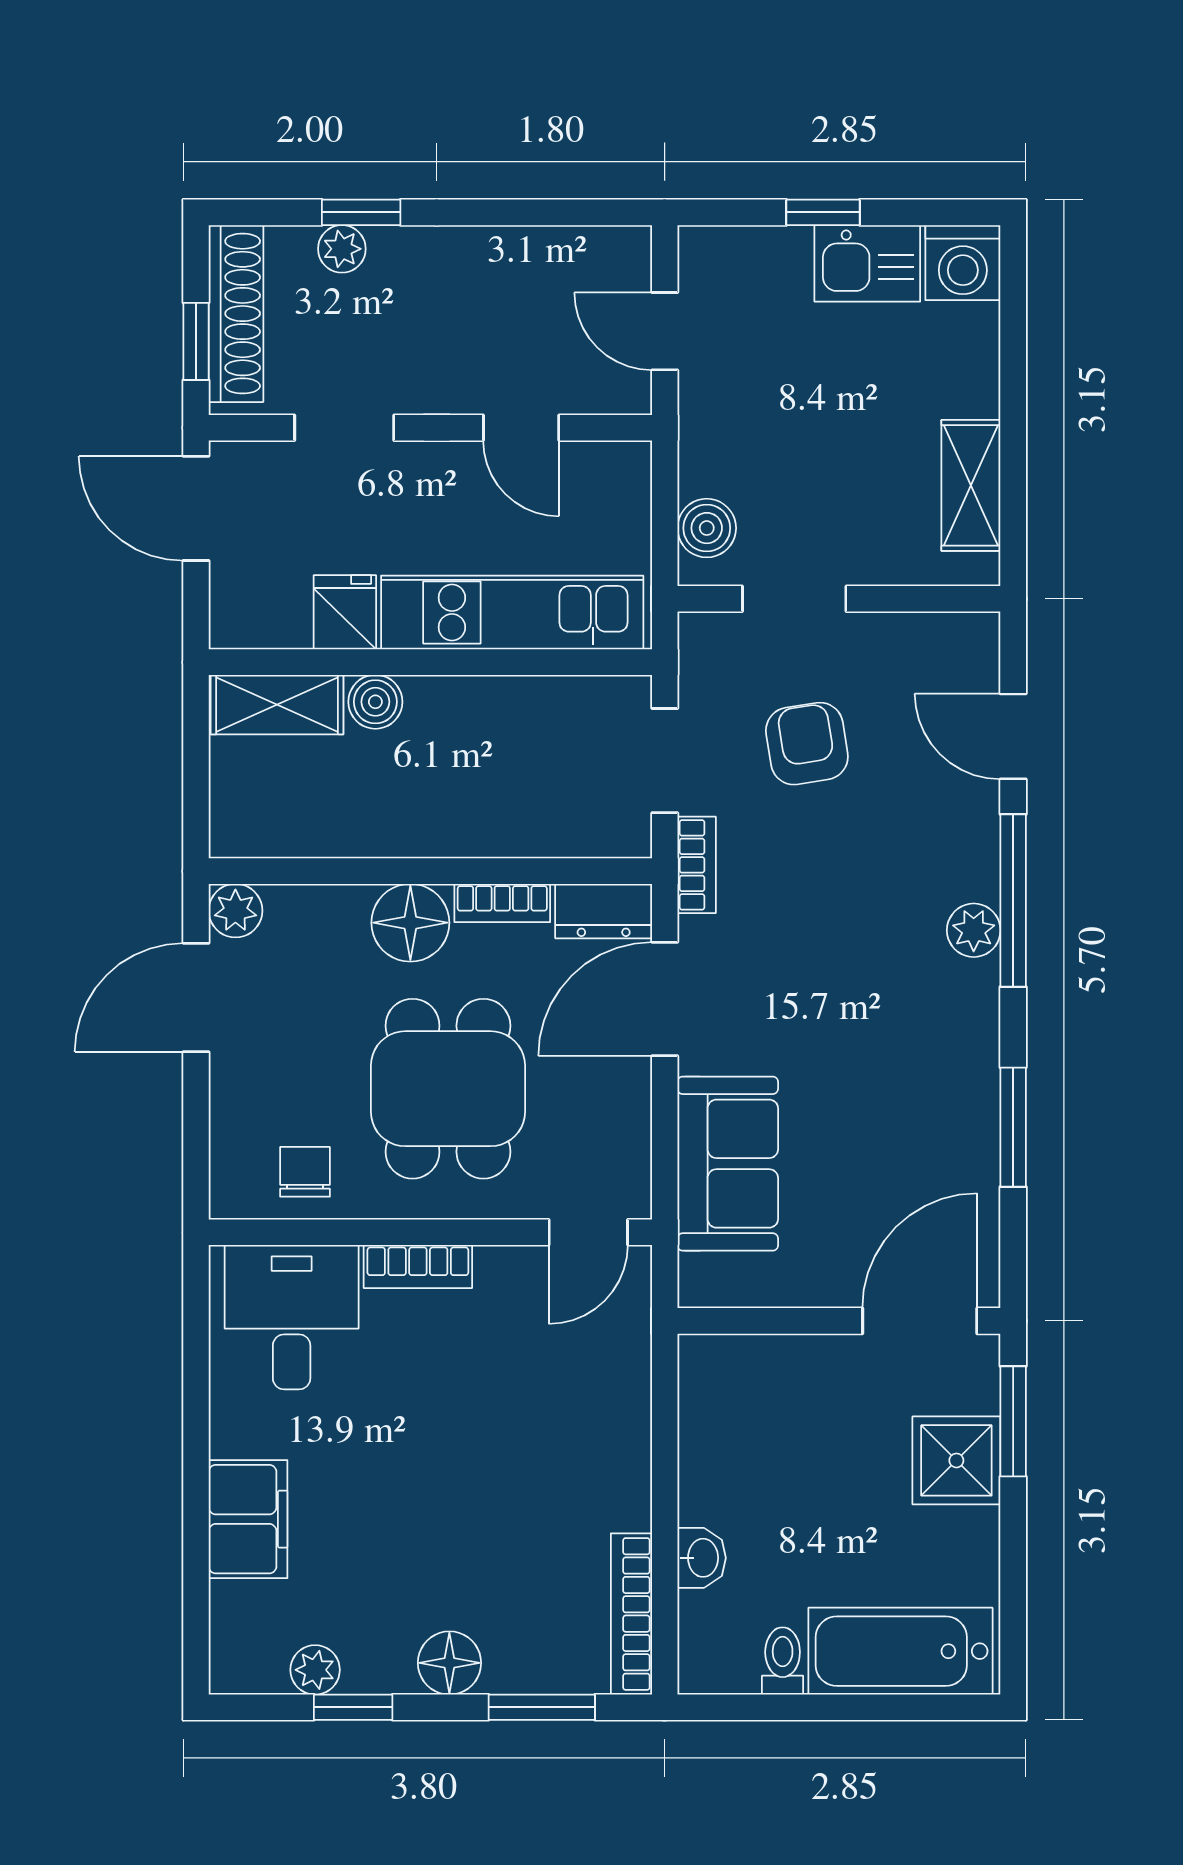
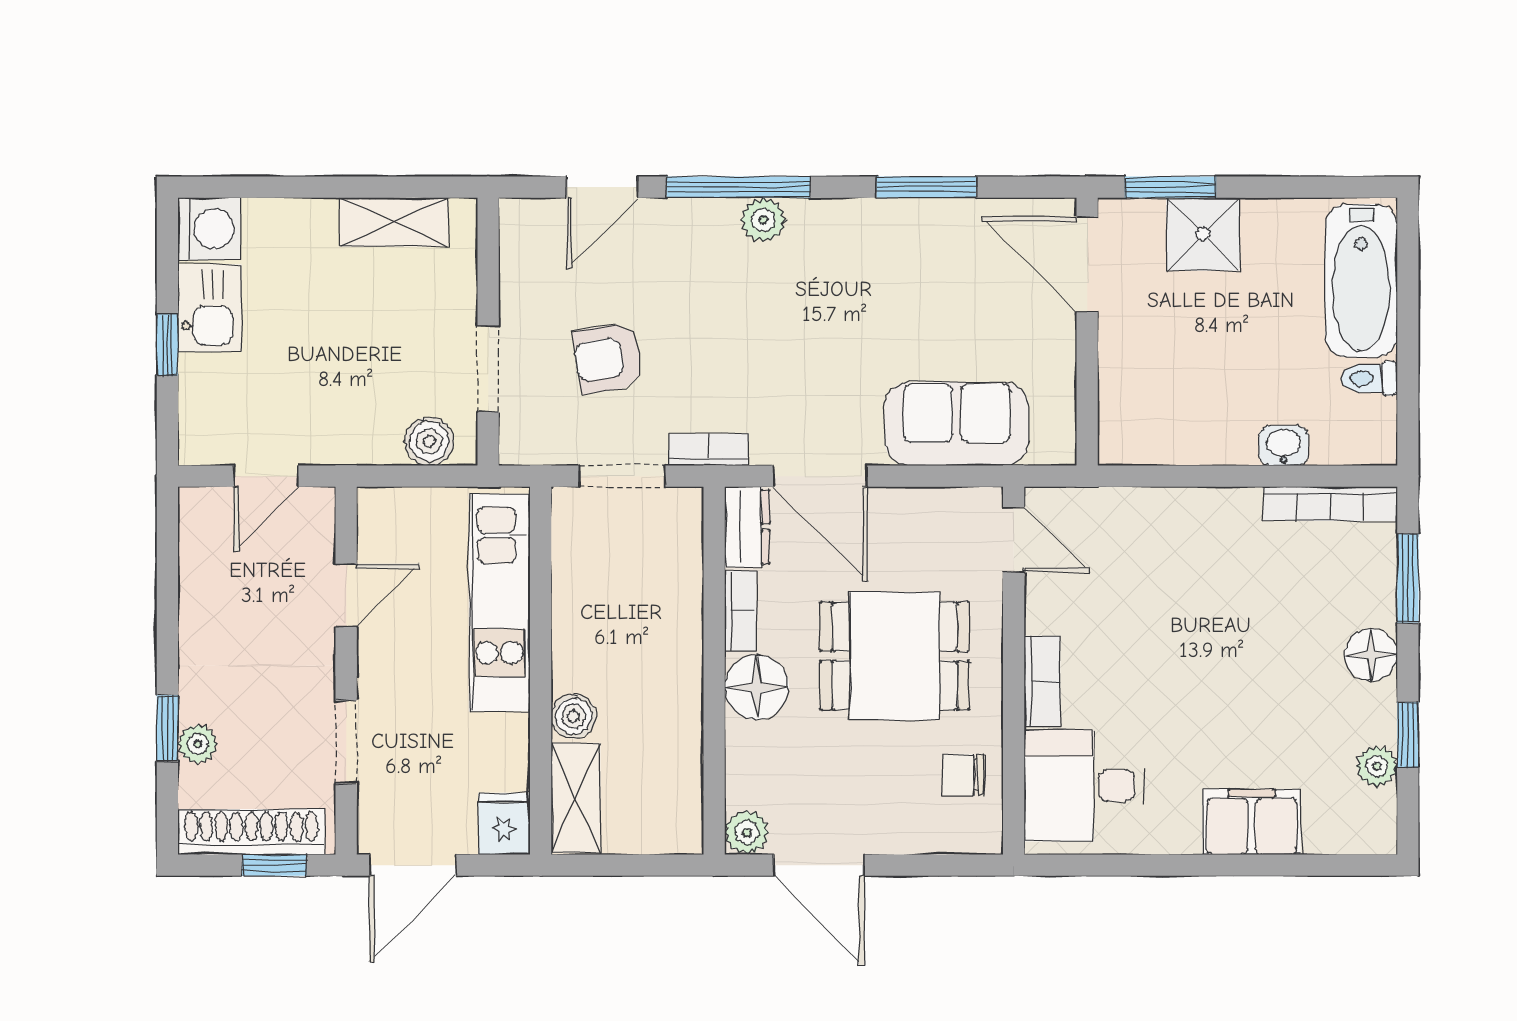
fridge: (345, 612) -> (504, 824), moved, turned 90

